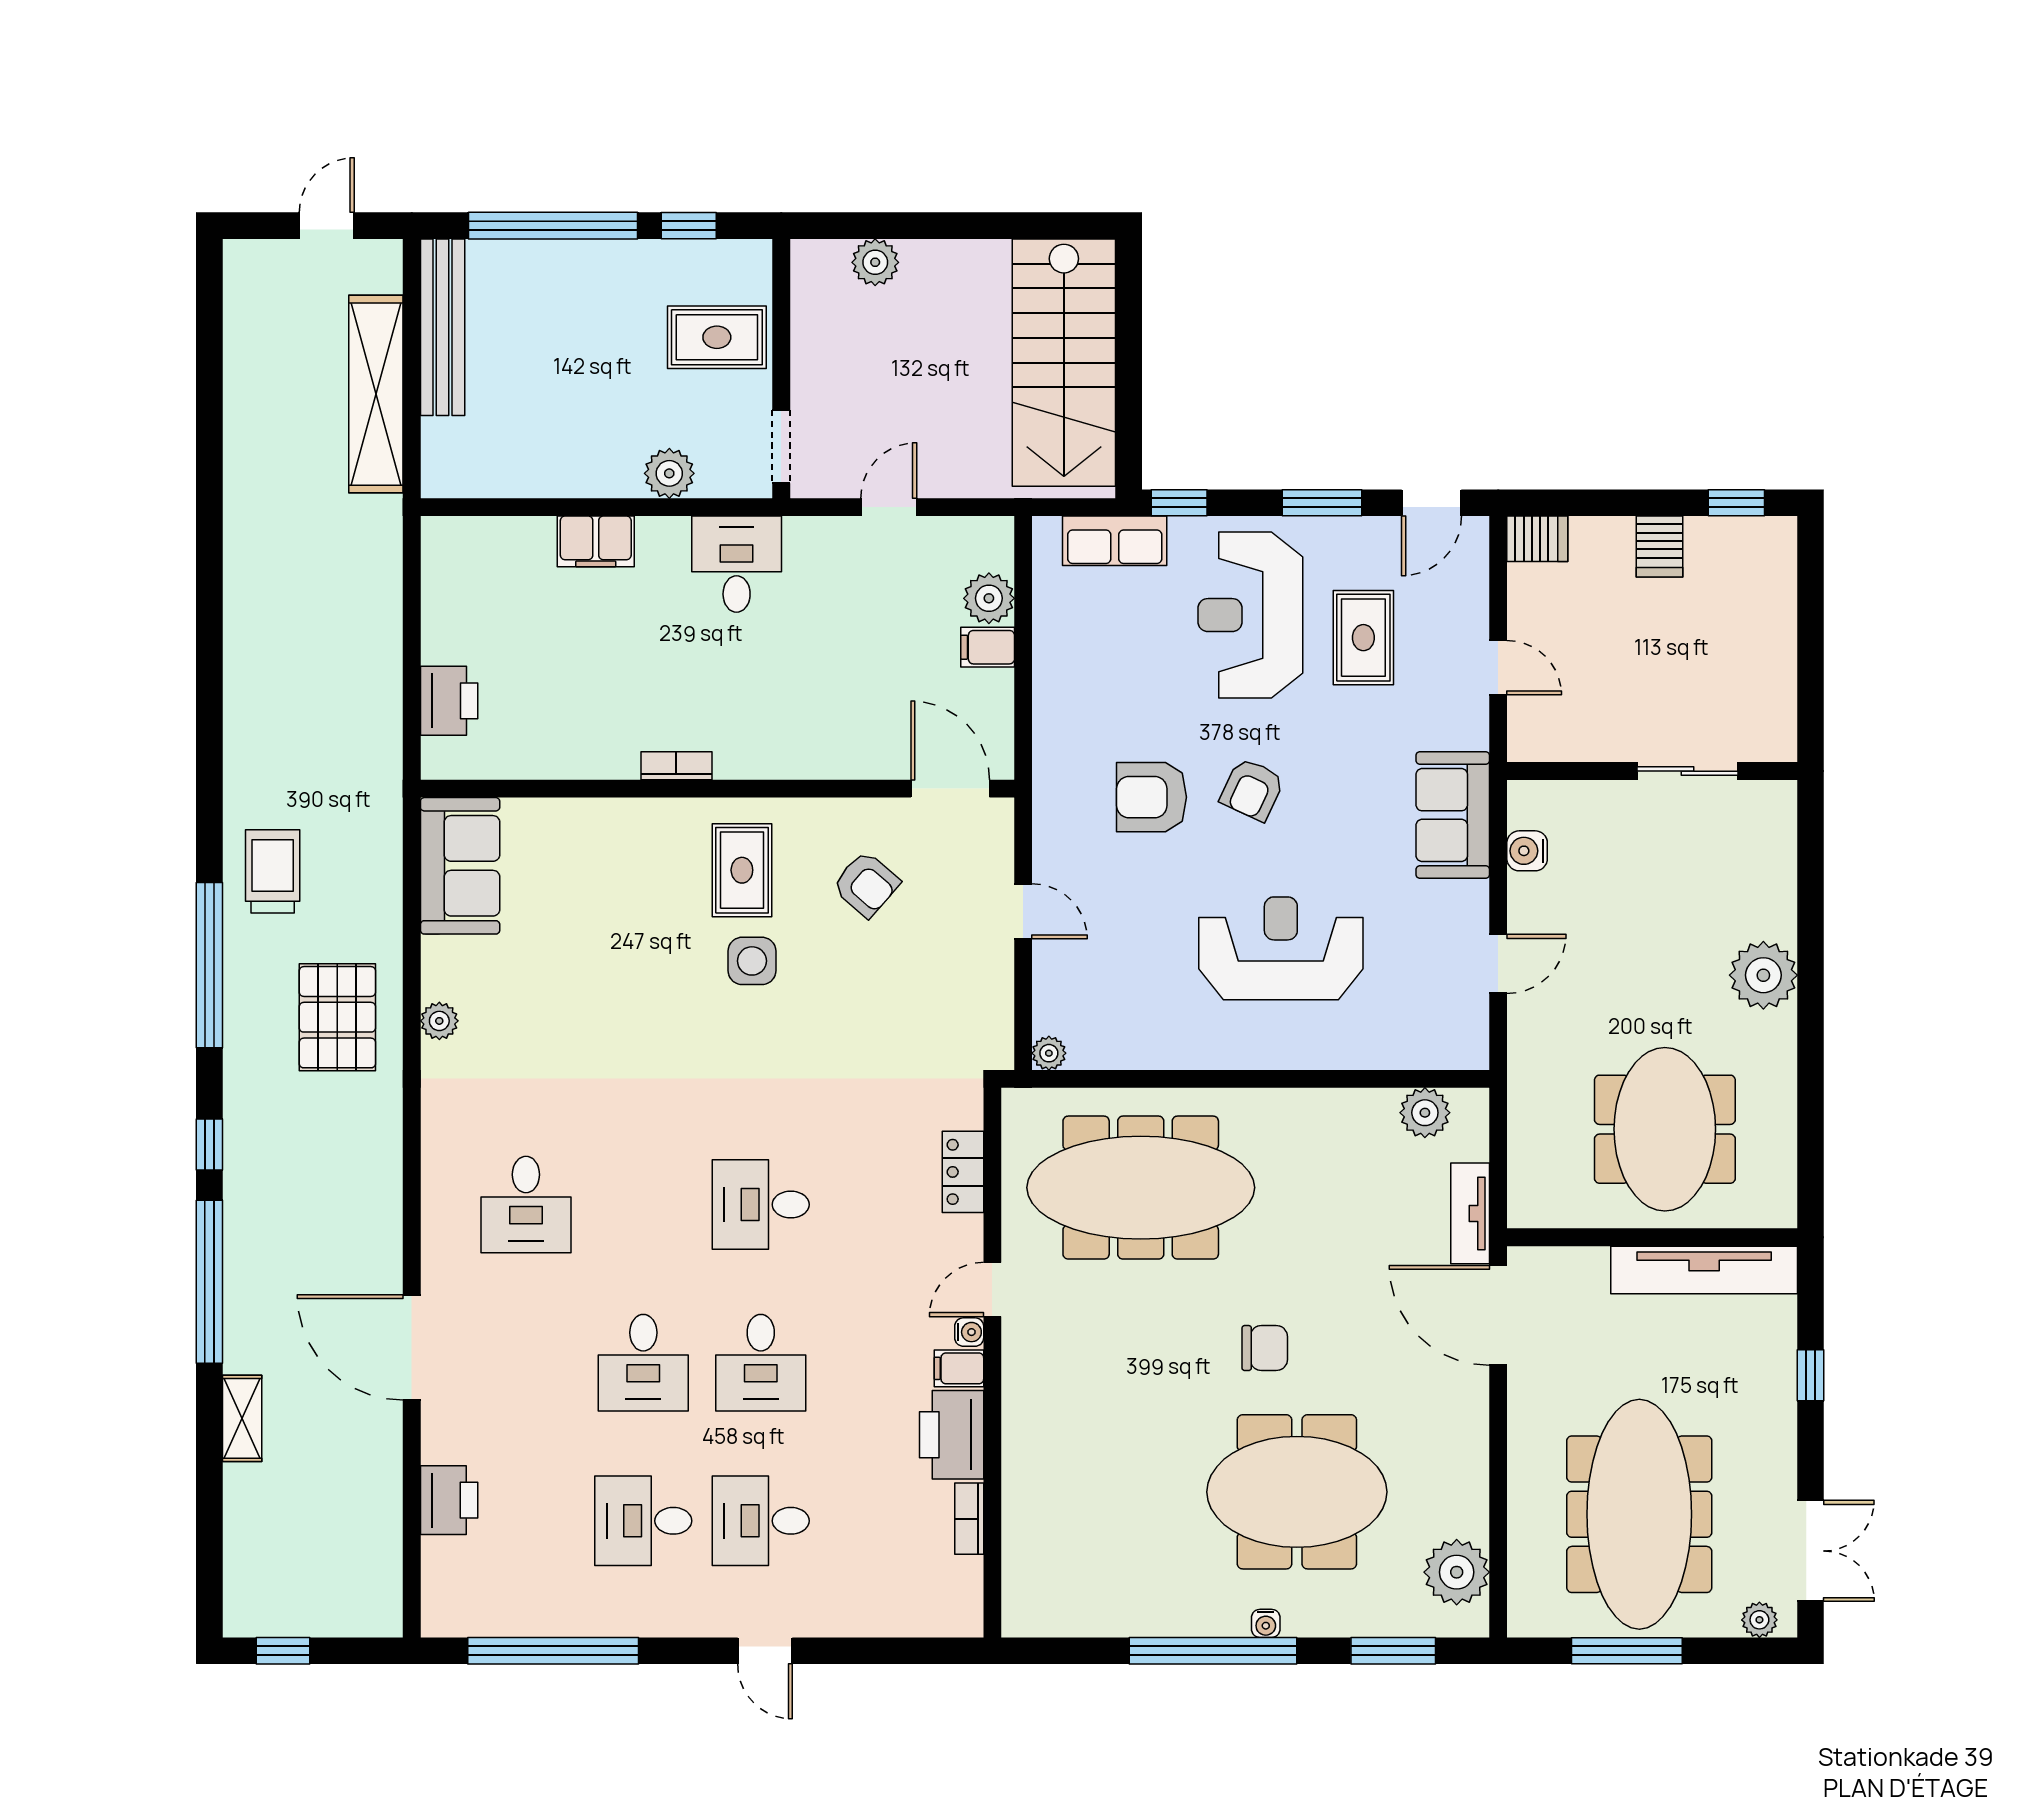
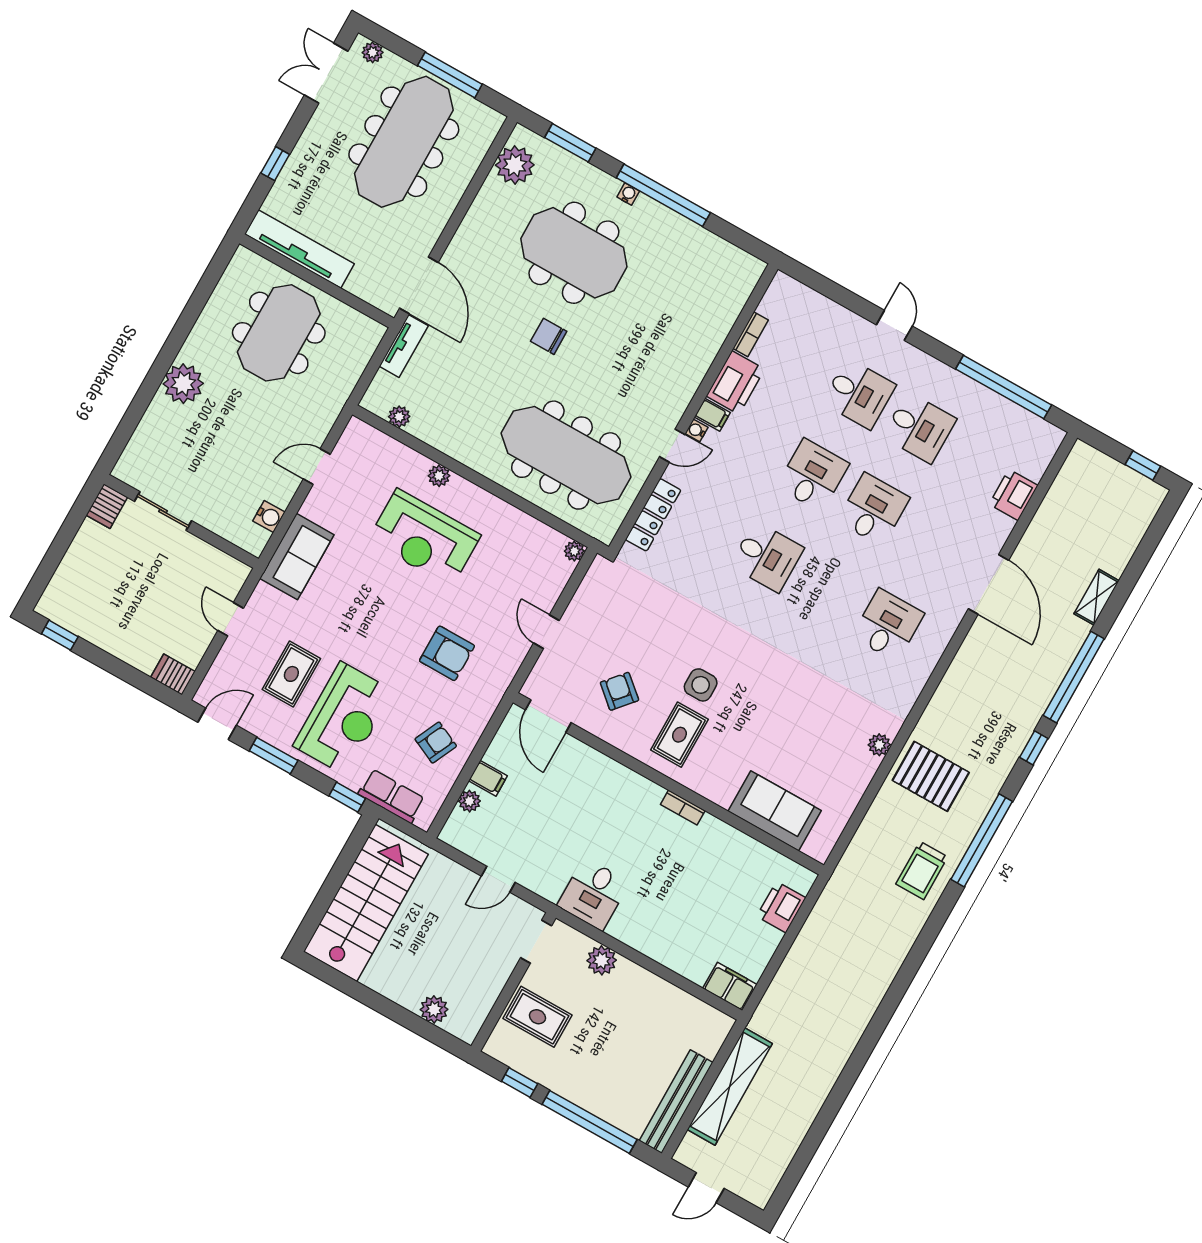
filing cabinet: (596, 541) -> (730, 986), moved
server rack: (1659, 547) -> (107, 506), moved, turned 180
plant: (989, 598) -> (469, 801), width x0.73, depth x0.73
armchair: (1252, 789) -> (436, 743), moved
sofa: (460, 866) -> (775, 811), moved, turned 90
pallet: (337, 1017) -> (931, 776), turned 90
plant: (1311, 1052) -> (439, 476), added
plant: (1425, 1113) -> (399, 417), width x0.73, depth x0.73
locker: (963, 1172) -> (653, 515), width x1.53

